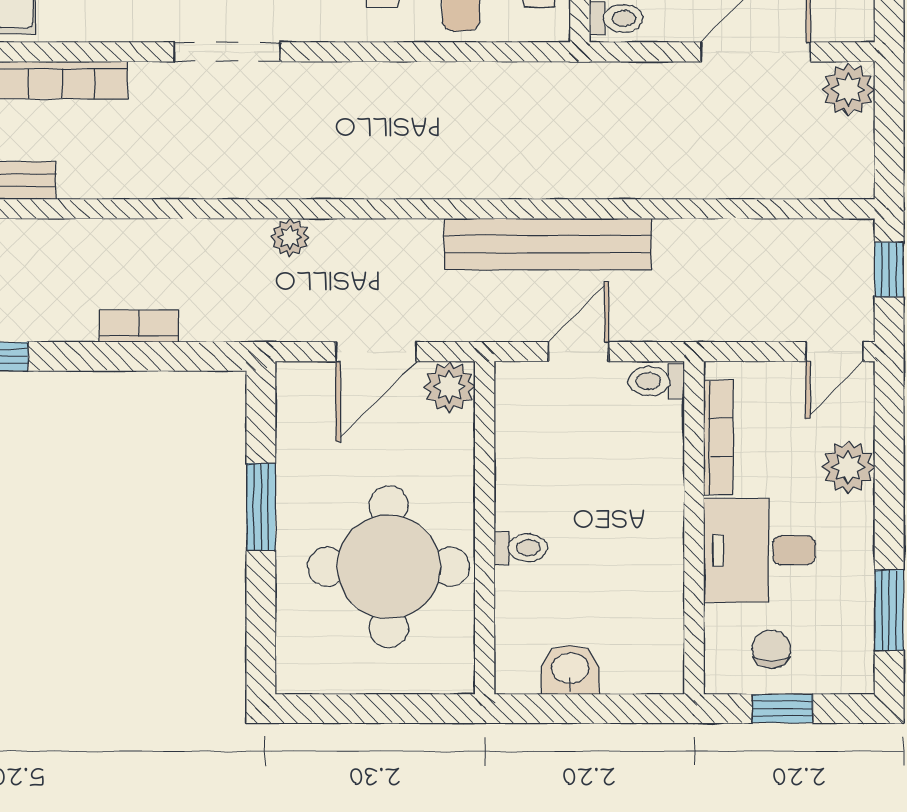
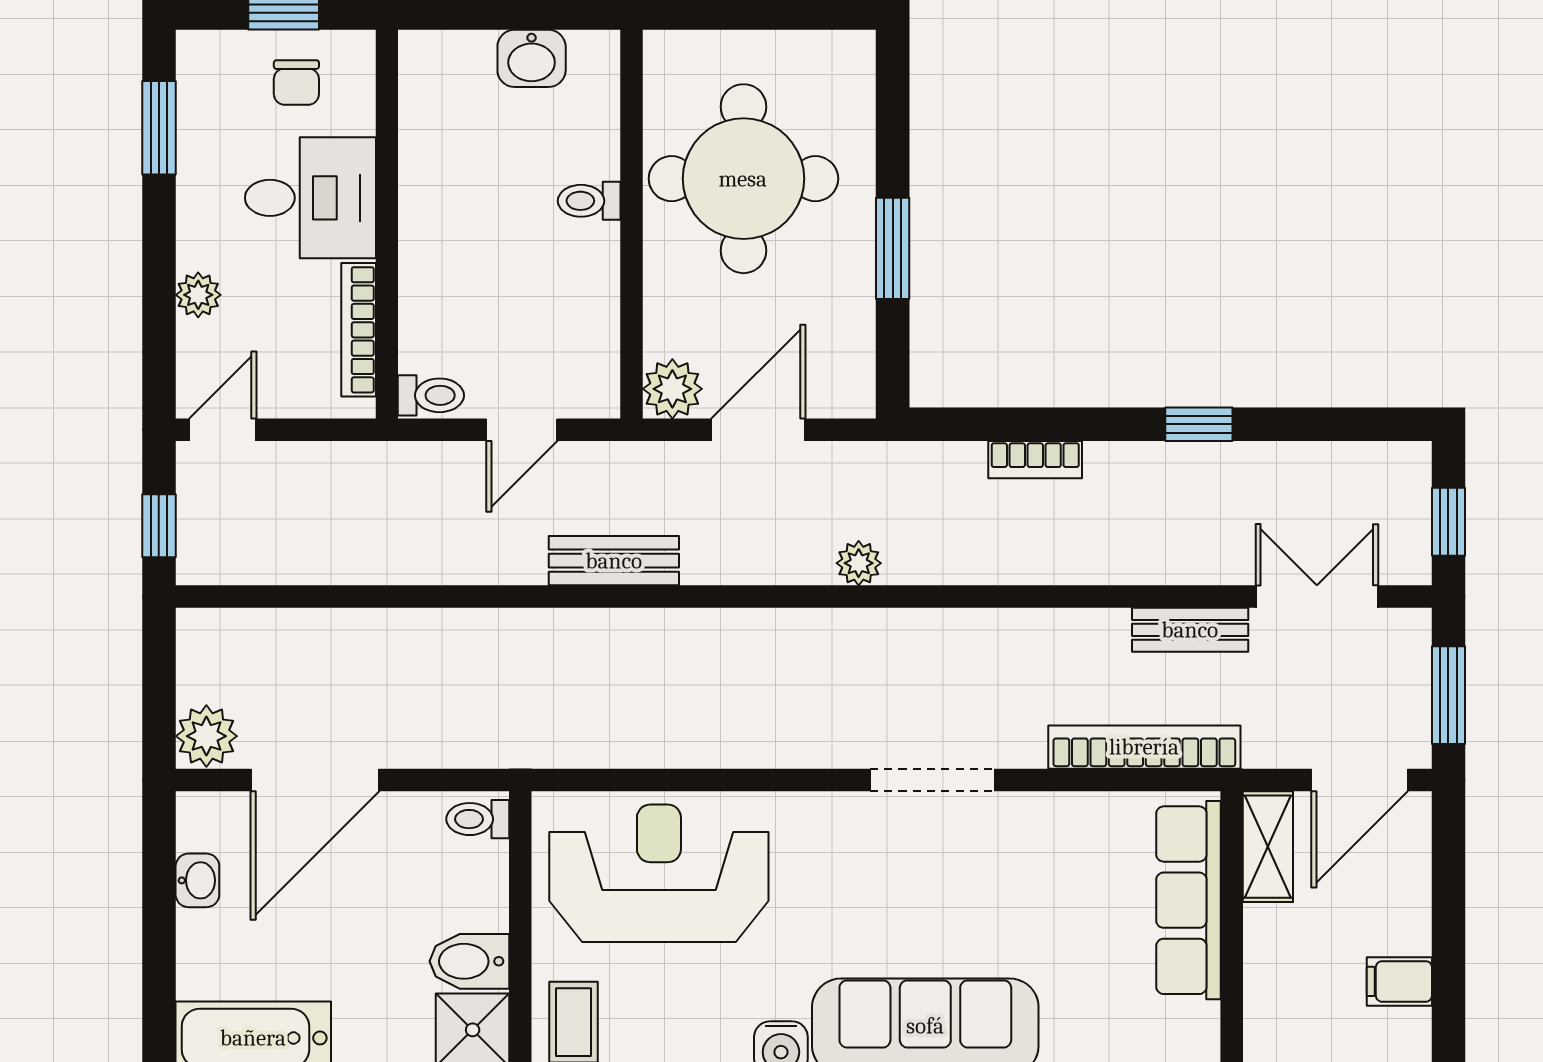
bench: (548, 244) -> (614, 561), width x0.54, depth x0.82
plant: (848, 467) -> (198, 295), width x0.73, depth x0.73

